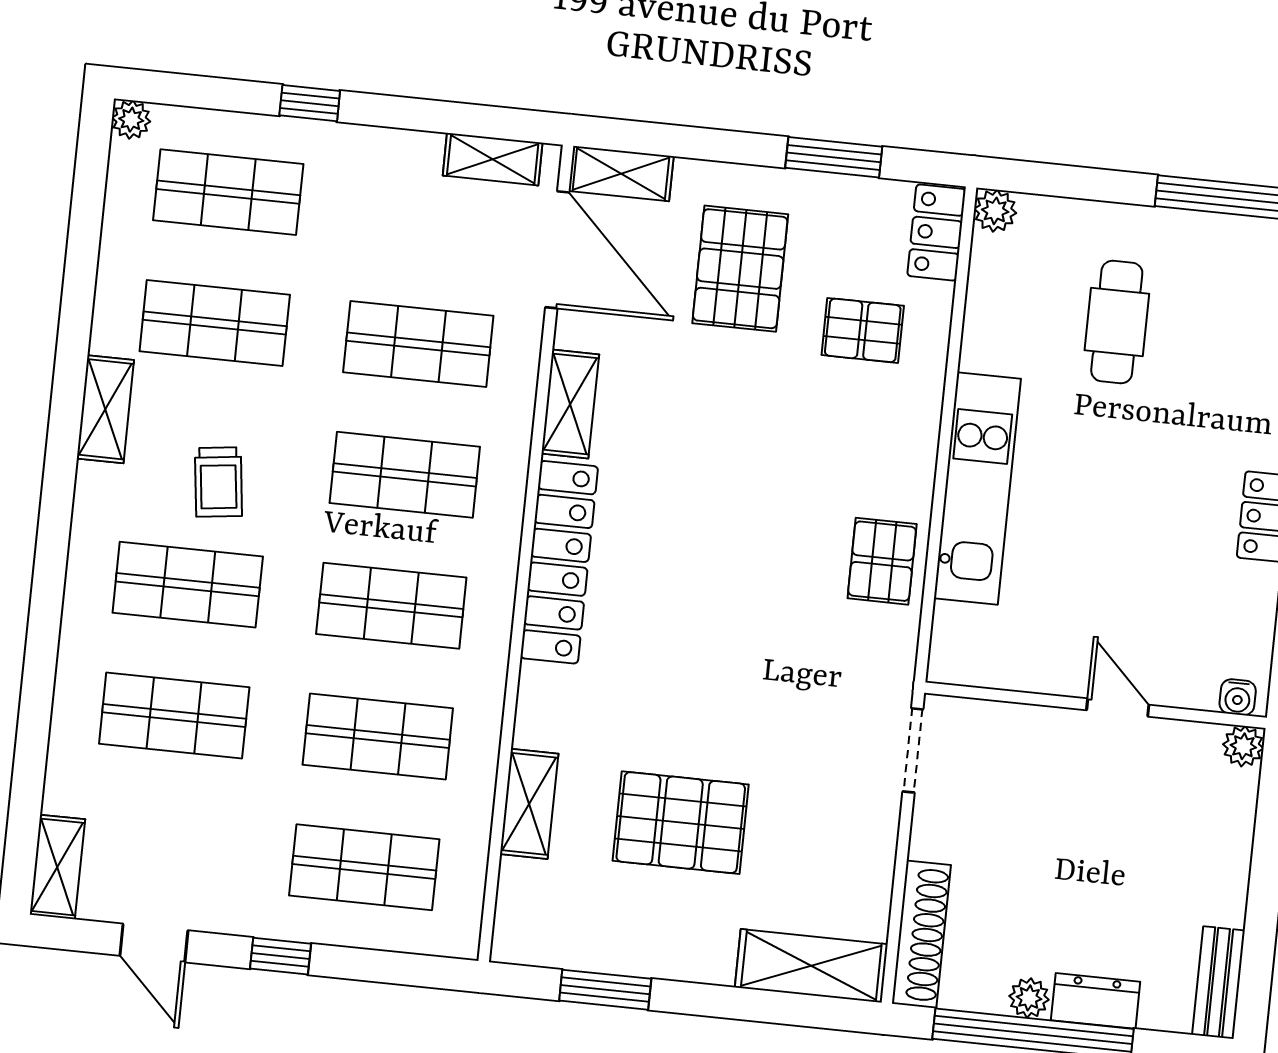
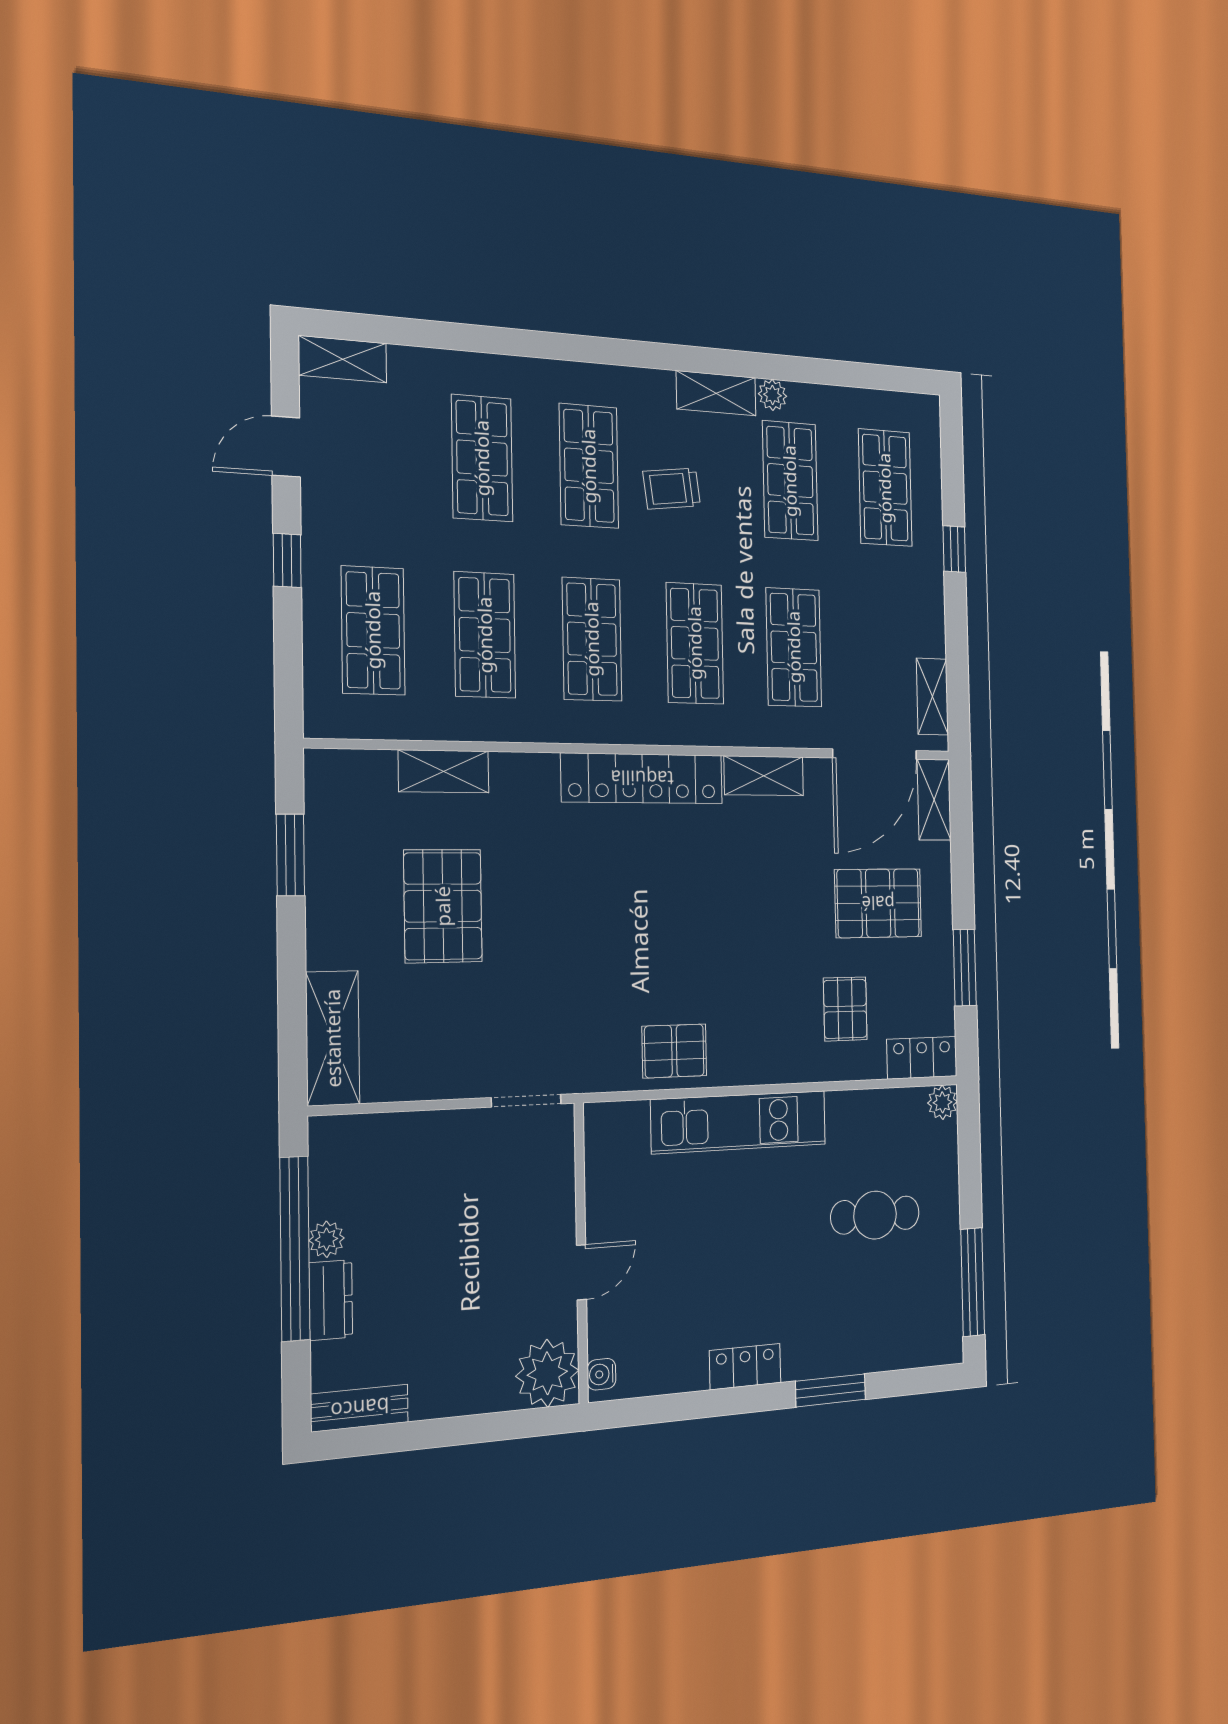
plant: (131, 120) -> (773, 395), moved
plant: (1243, 746) -> (547, 1373), width x1.87, depth x1.87
shoe rack: (921, 934) -> (371, 1133), removed

